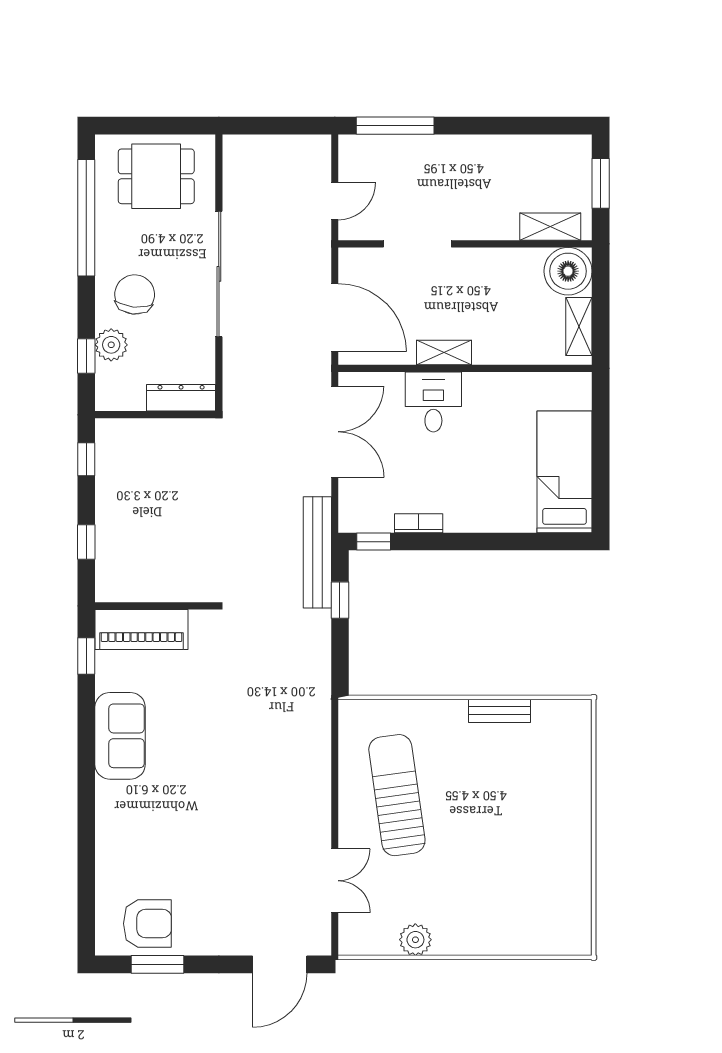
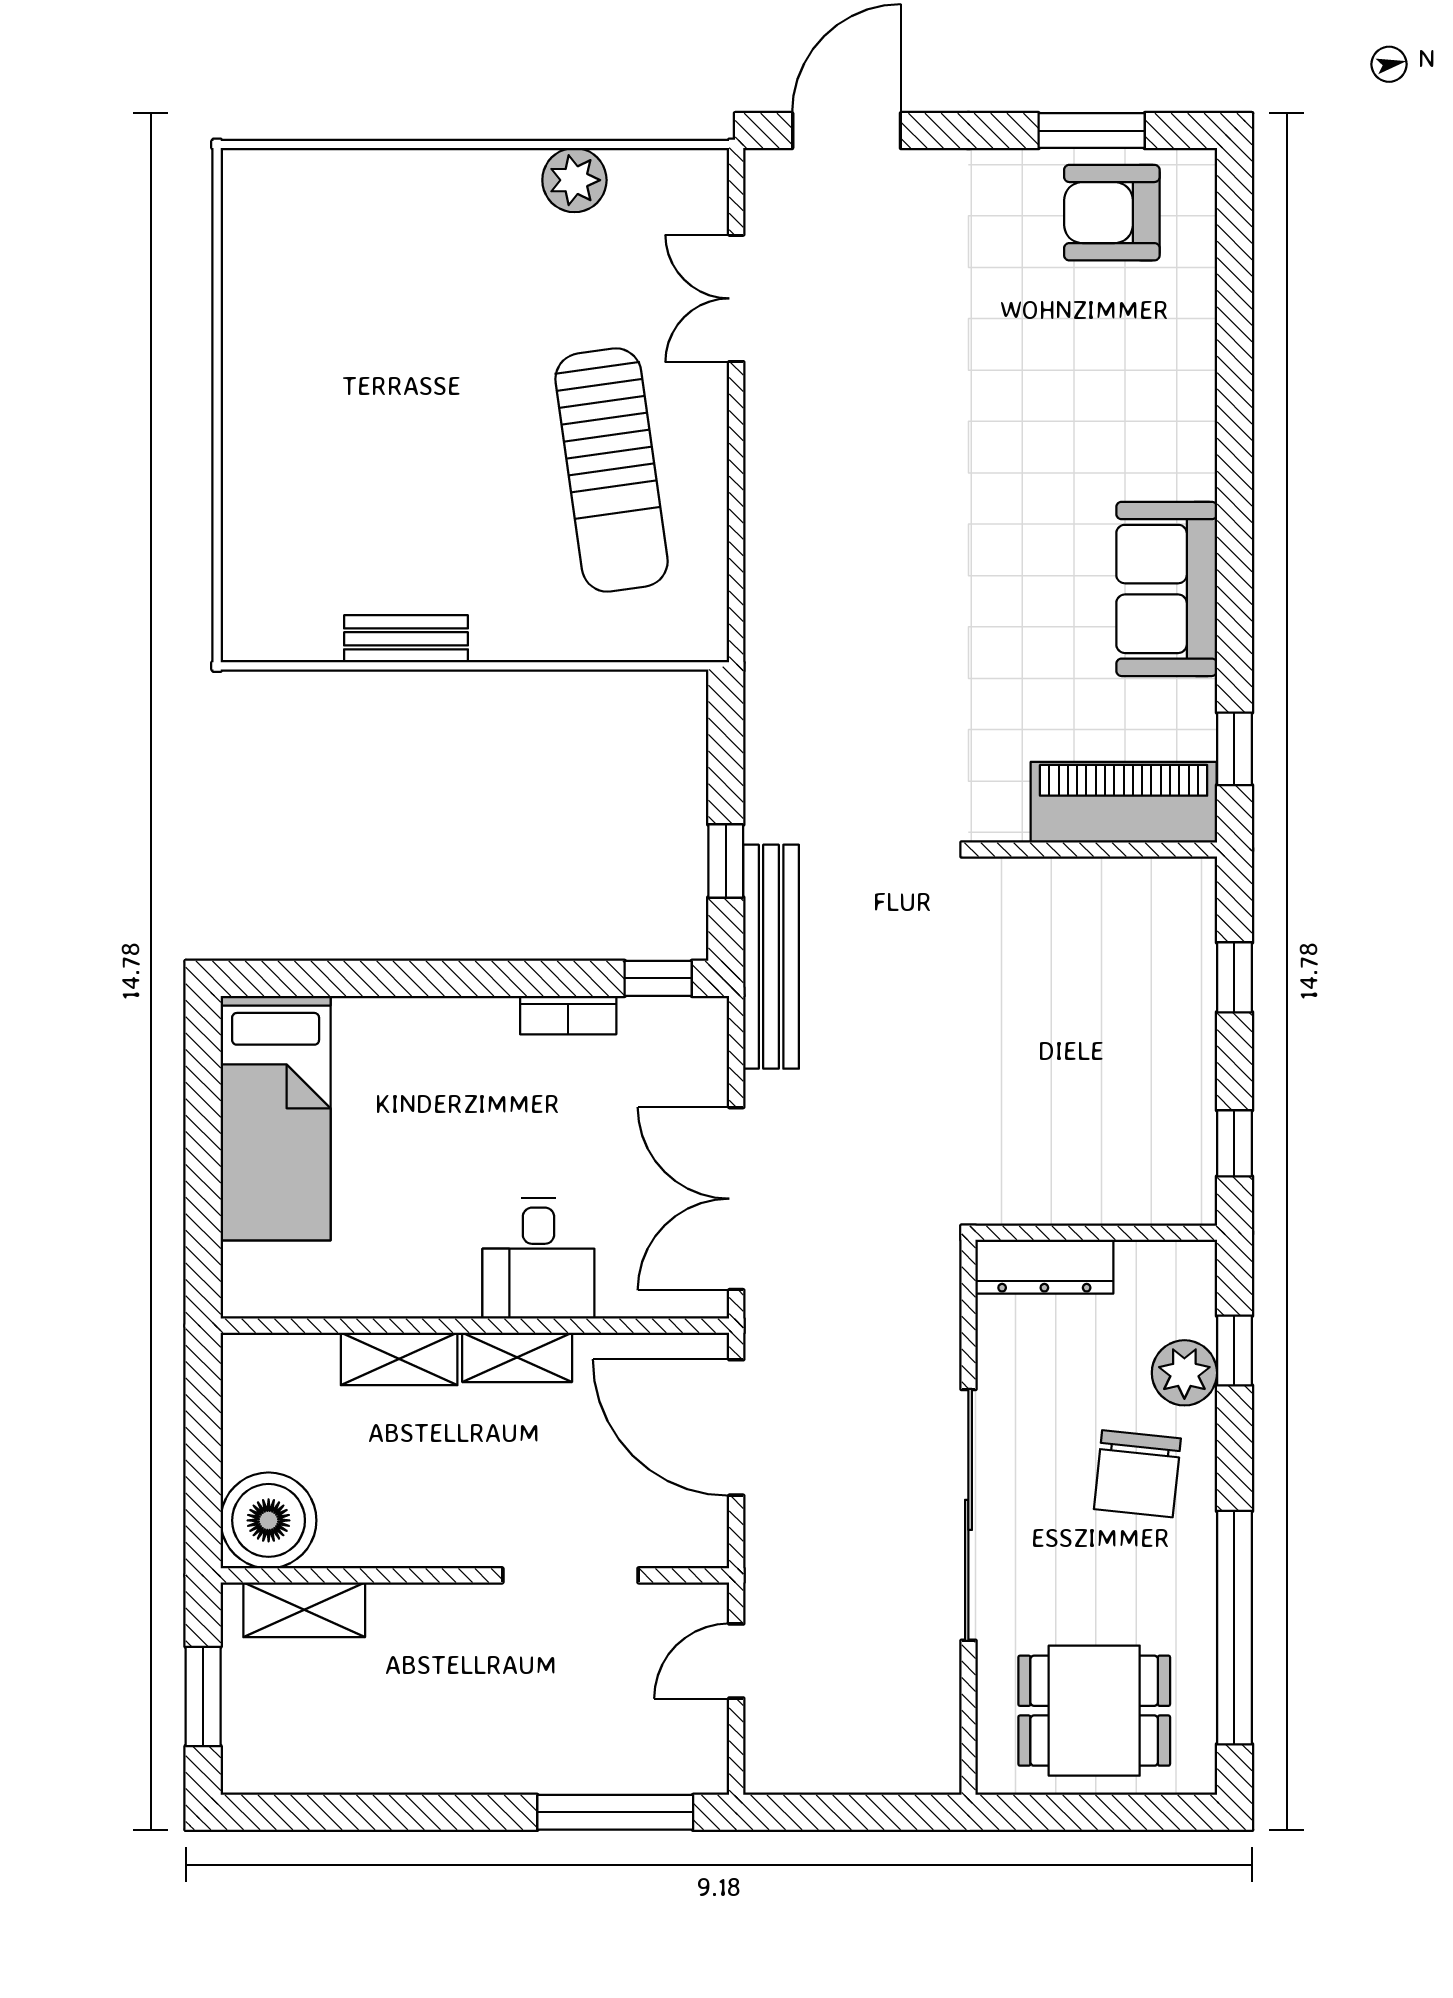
shelving: (579, 327) -> (399, 1359), moved, turned 90

